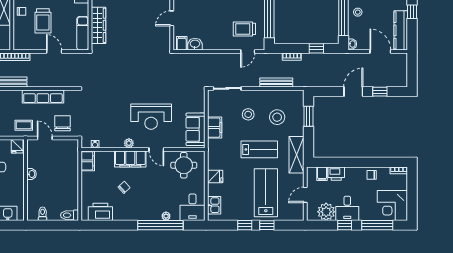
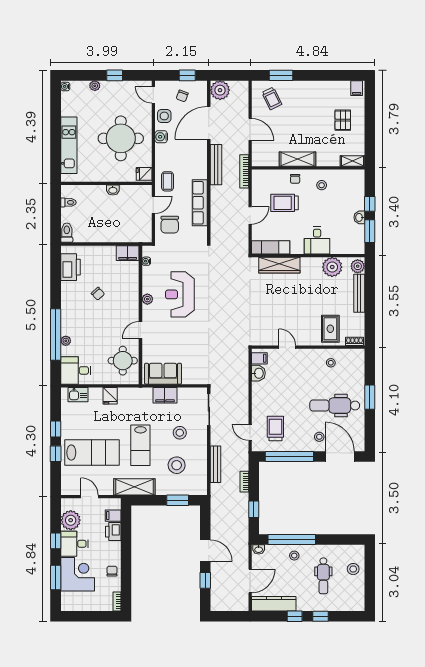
reception desk: (151, 117) -> (180, 294), moved
chair: (62, 123) -> (170, 225), turned 90
filing cabinet: (130, 159) -> (130, 301), removed
corner desk: (392, 205) -> (78, 574), moved, turned 90
window: (377, 225) -> (56, 577), width x0.69

